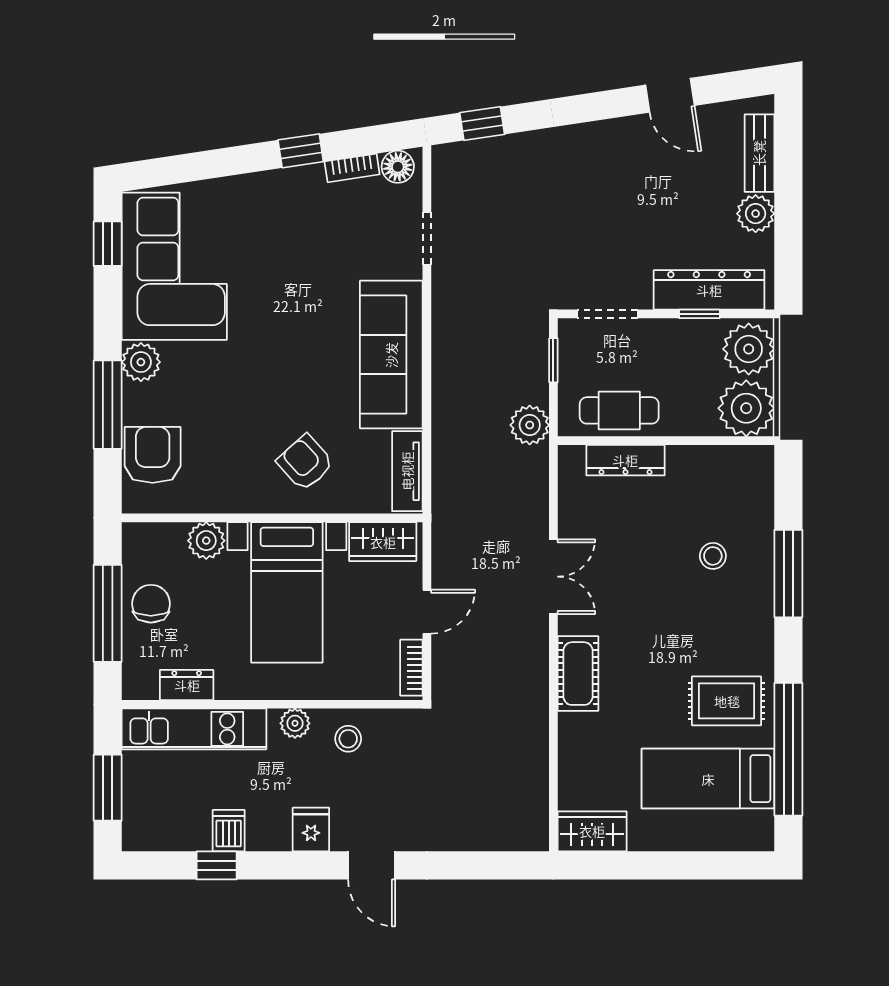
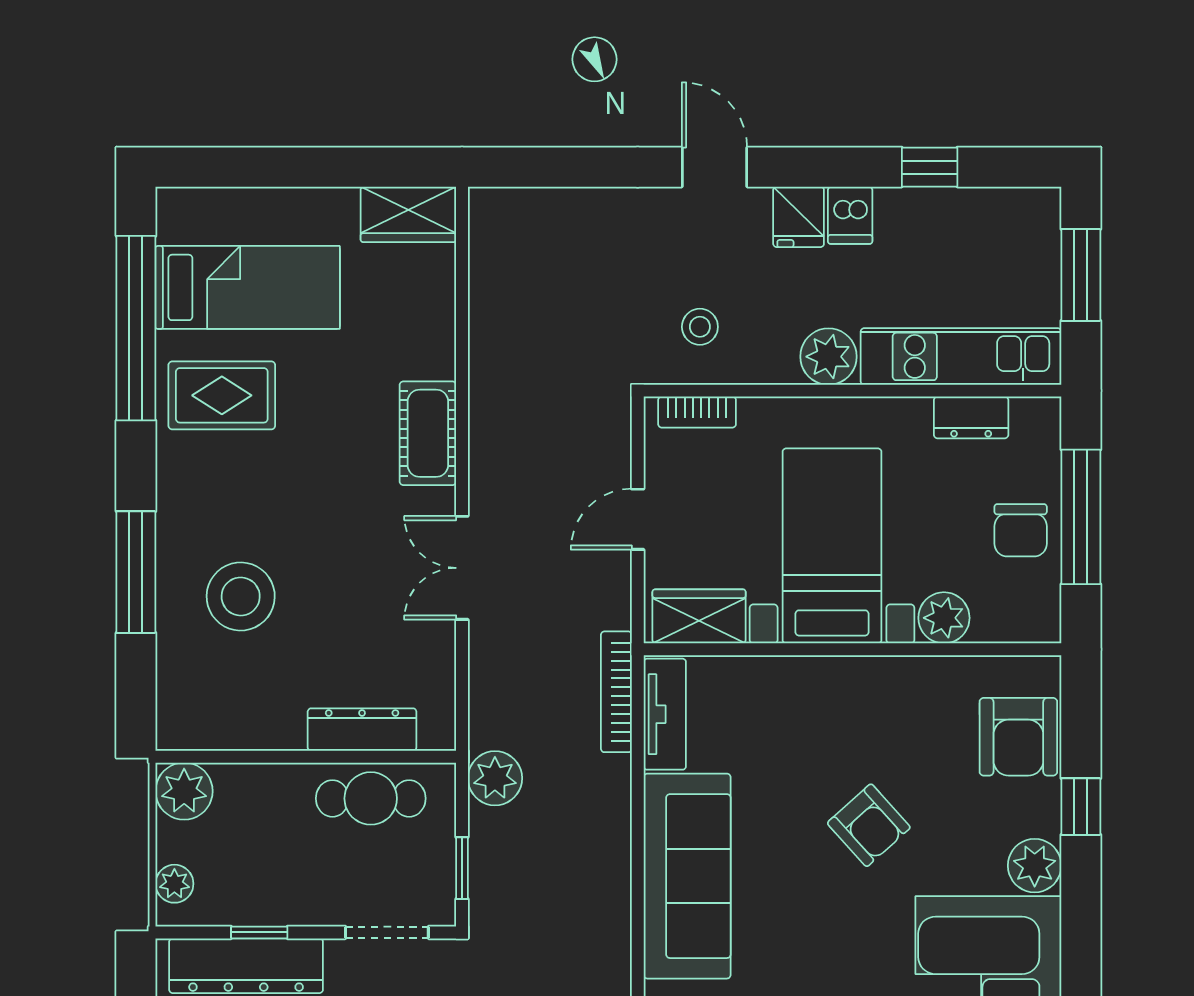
plant: (749, 349) -> (174, 884), width x0.53, depth x0.53
window: (108, 405) -> (1081, 807), width x0.46
plant: (746, 408) -> (184, 791), width x0.73, depth x0.73
armchair: (305, 463) -> (869, 825), moved
bookcase: (442, 487) -> (616, 692), added
stool: (713, 556) -> (241, 596), width x1.89, depth x1.89
bookcase: (411, 668) -> (697, 412), moved, turned 90
plant: (295, 723) -> (828, 357), width x1.38, depth x1.38
stool: (348, 739) -> (700, 327), moved
dishwasher: (229, 831) -> (850, 215), moved

